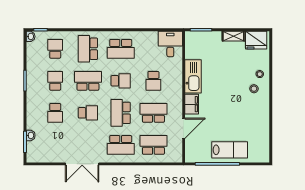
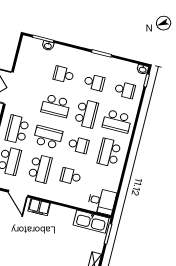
school desk: (88, 49) -> (117, 121), turned 180
kitchen sink: (193, 76) -> (91, 222), moved
school desk: (121, 81) -> (79, 145), turned -90
school desk: (88, 113) -> (56, 106), width x1.85

